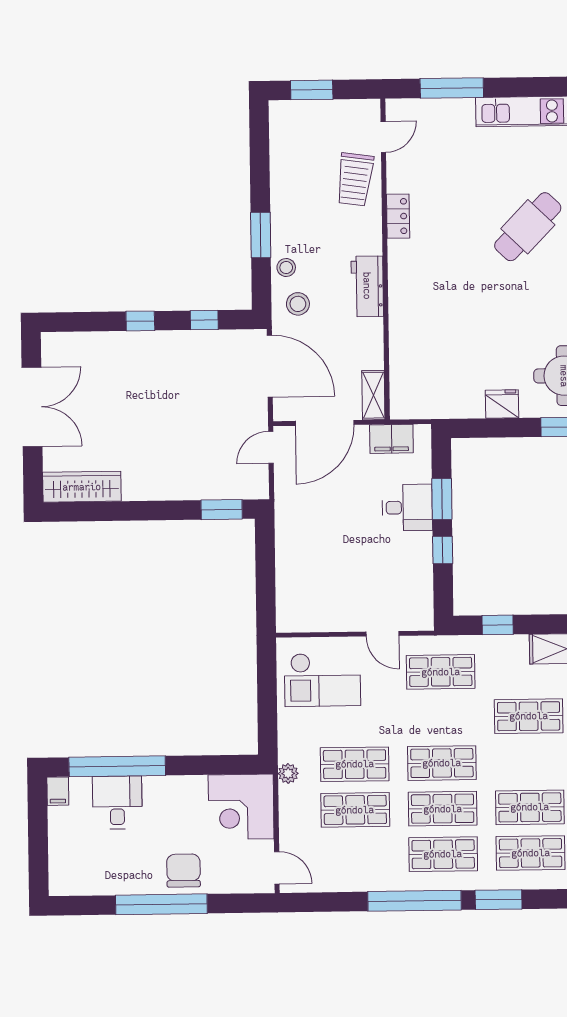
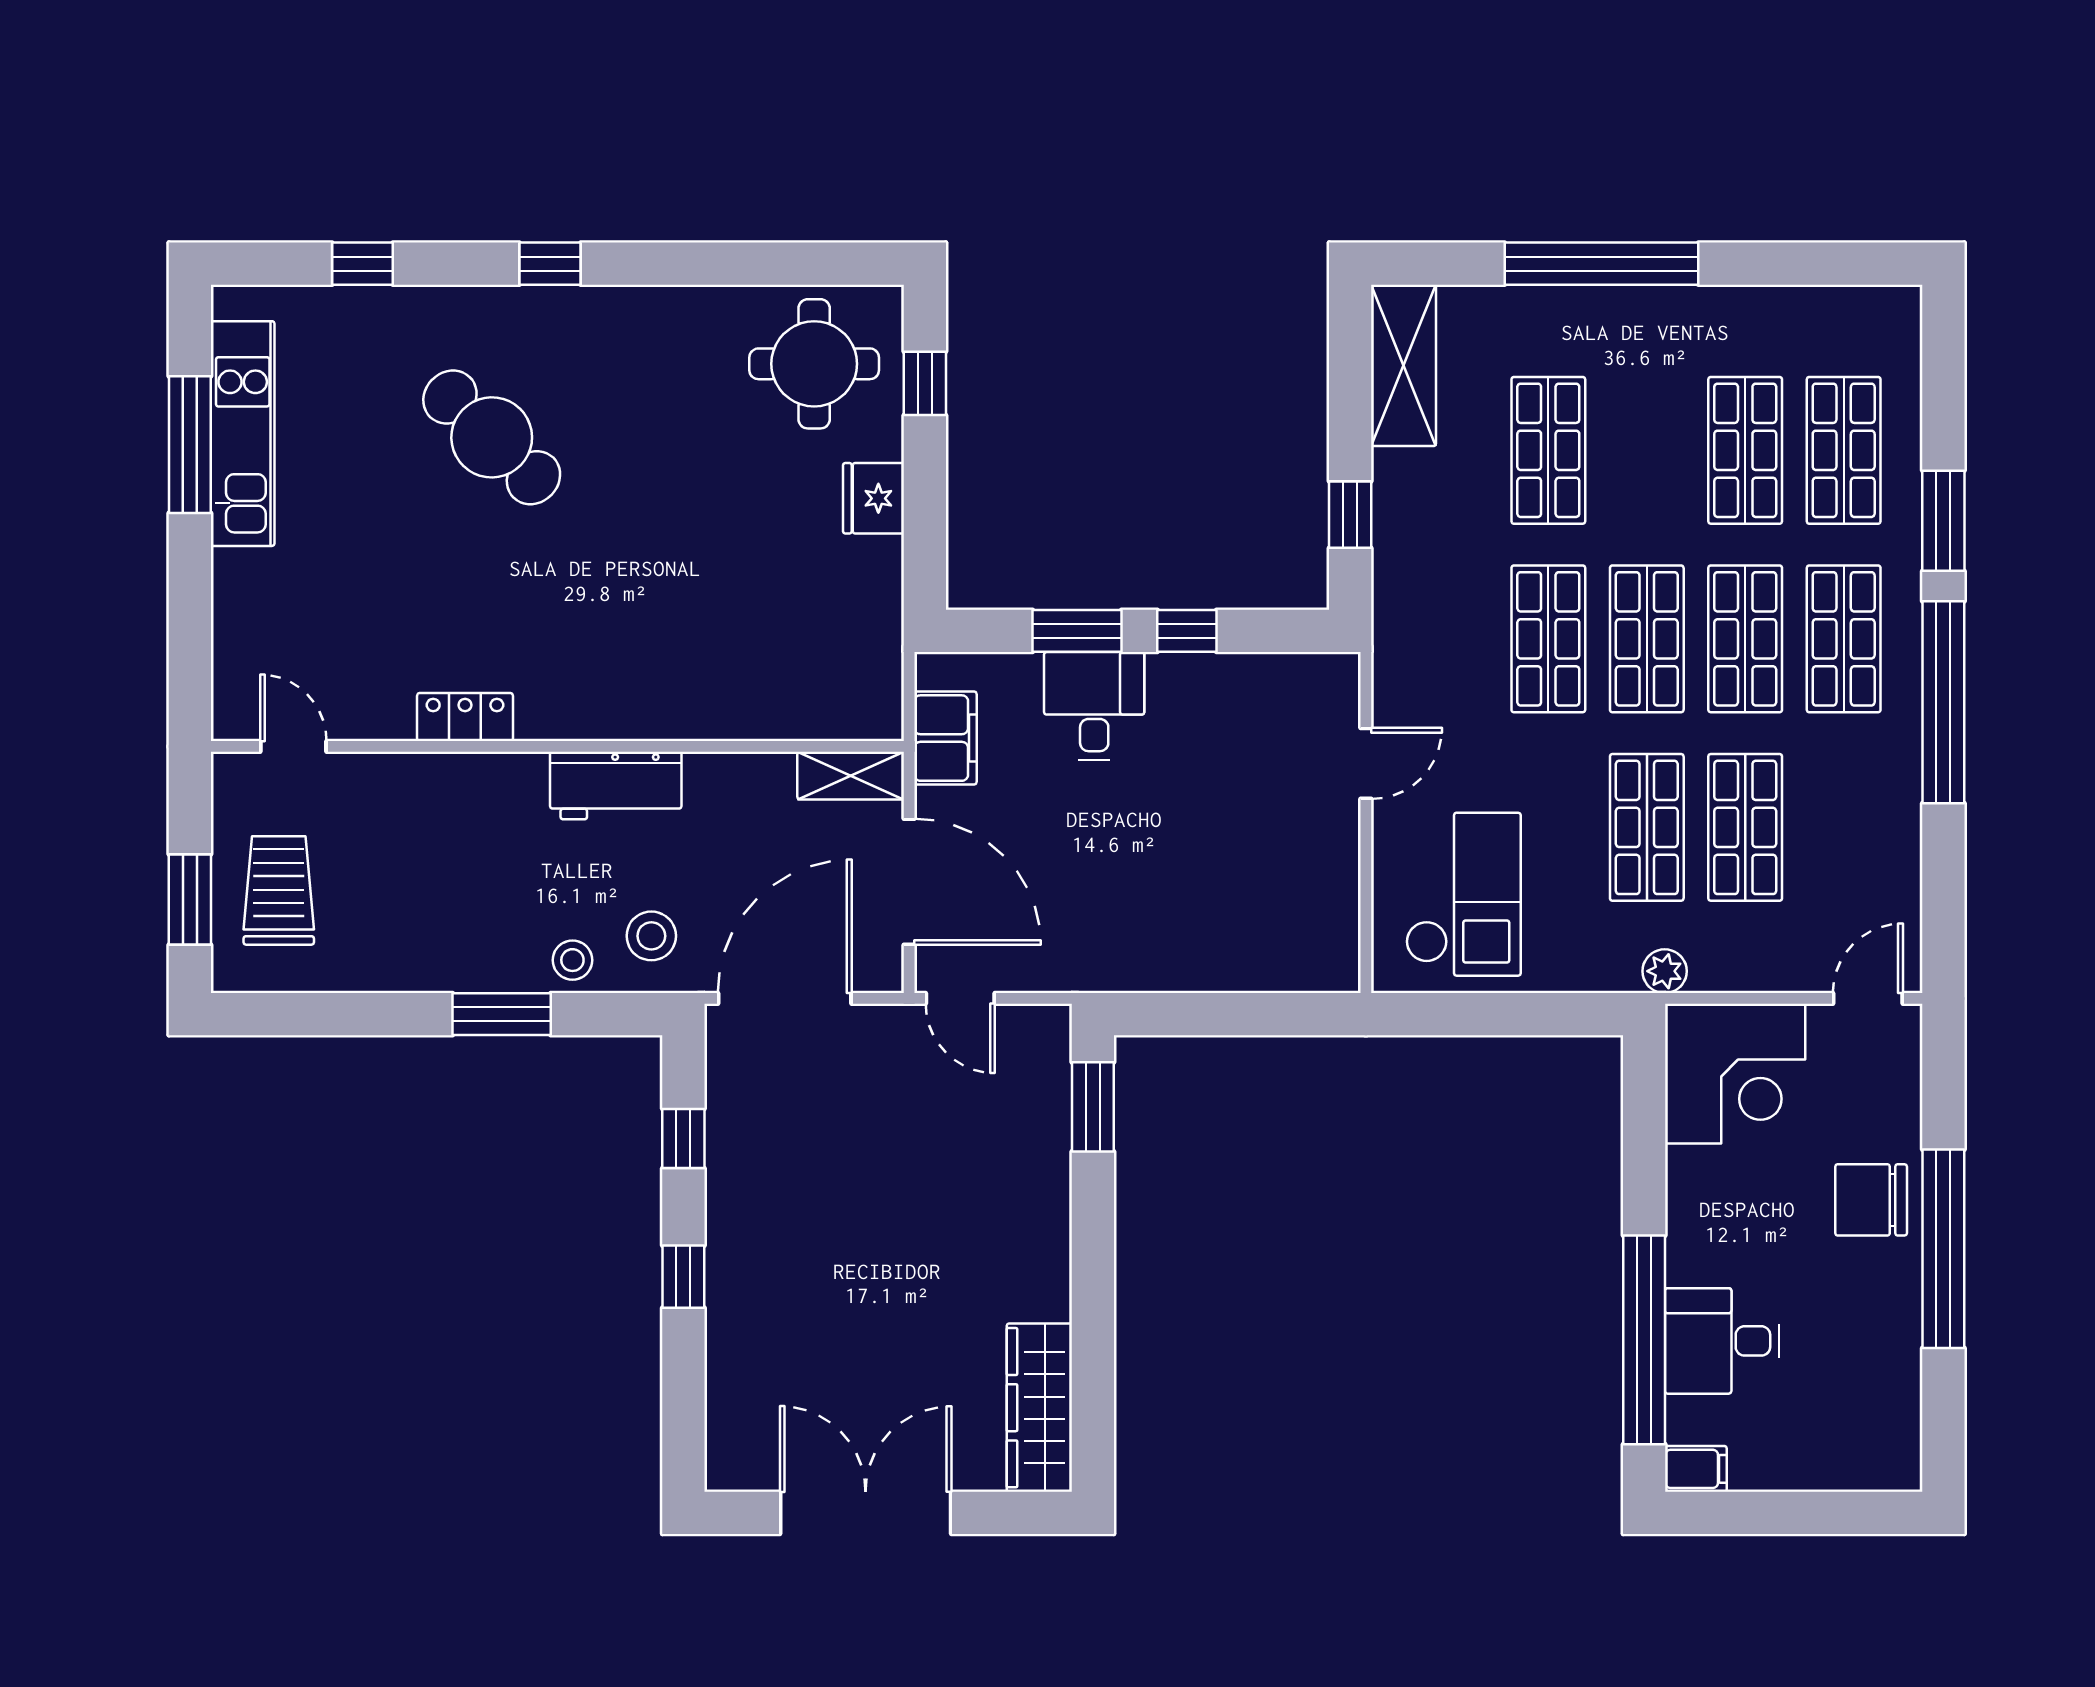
window: (452, 88) -> (190, 445), moved
trolley: (355, 179) -> (279, 890), moved, turned -98
shop shelf: (441, 672) -> (1548, 639), moved

